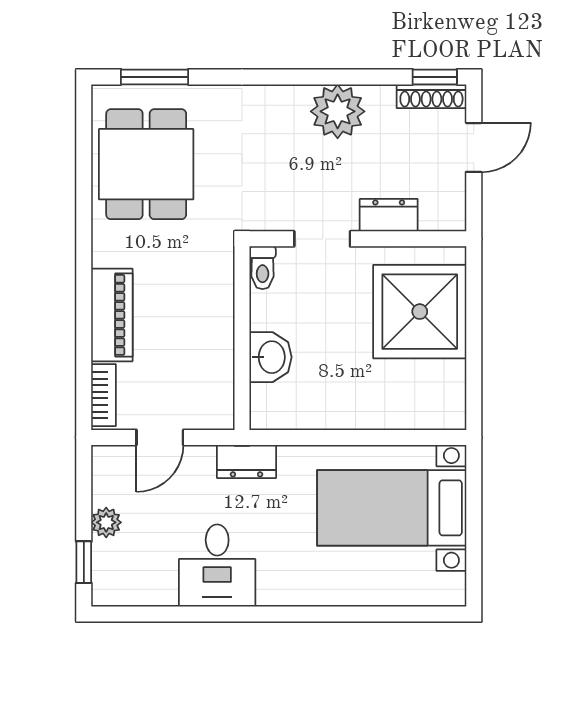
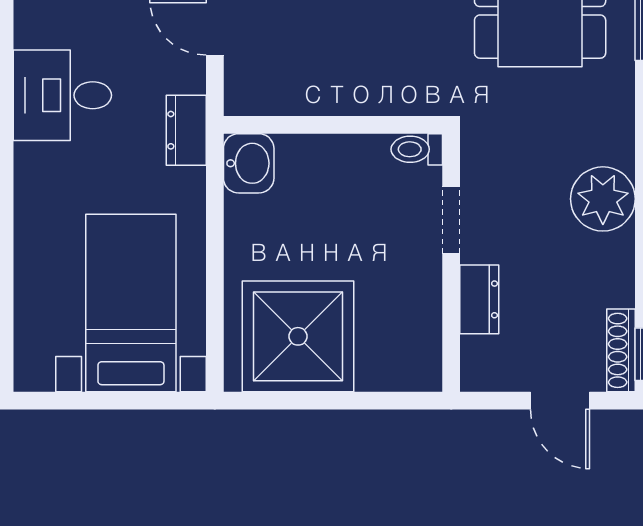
plant: (338, 111) -> (603, 199), moved
shower: (420, 312) -> (298, 336), moved
washbasin: (270, 357) -> (249, 163), moved, turned -90

